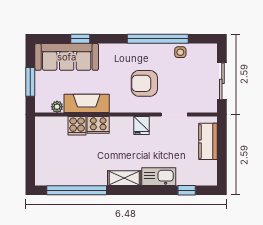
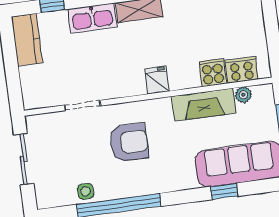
cooker: (98, 125) -> (242, 70), moved
fridge: (141, 126) -> (157, 80), moved
kitchen counter: (208, 141) -> (27, 40), moved

